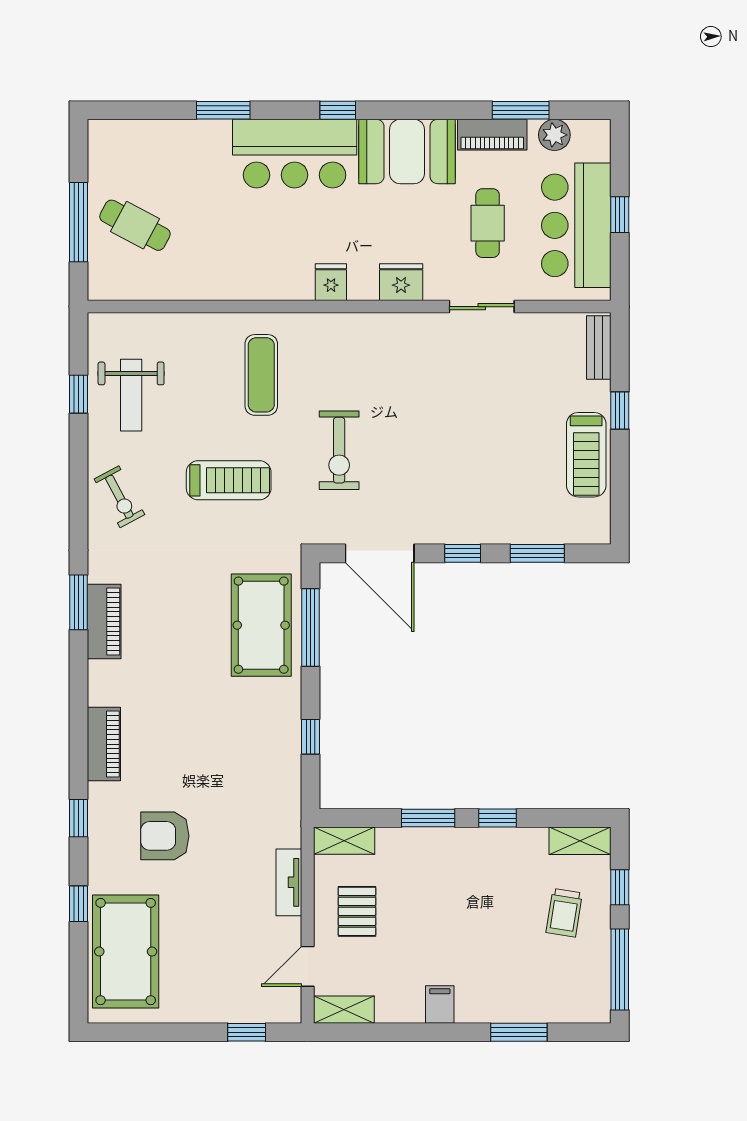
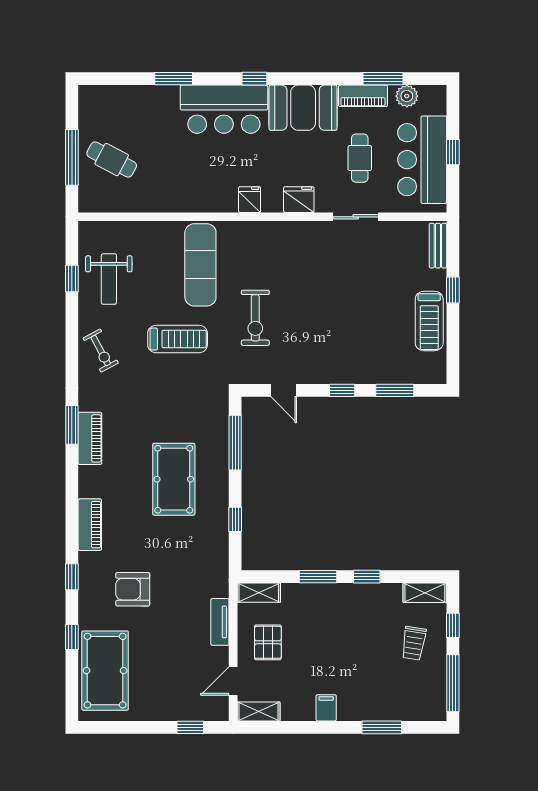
exercise mat: (261, 375) -> (200, 265), width x1.36, depth x1.45
door: (380, 553) -> (284, 390), width x0.53
pool table: (261, 625) -> (174, 479), moved

